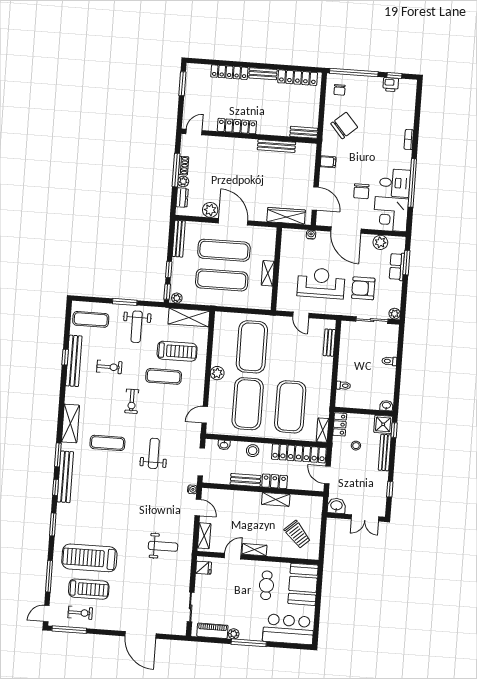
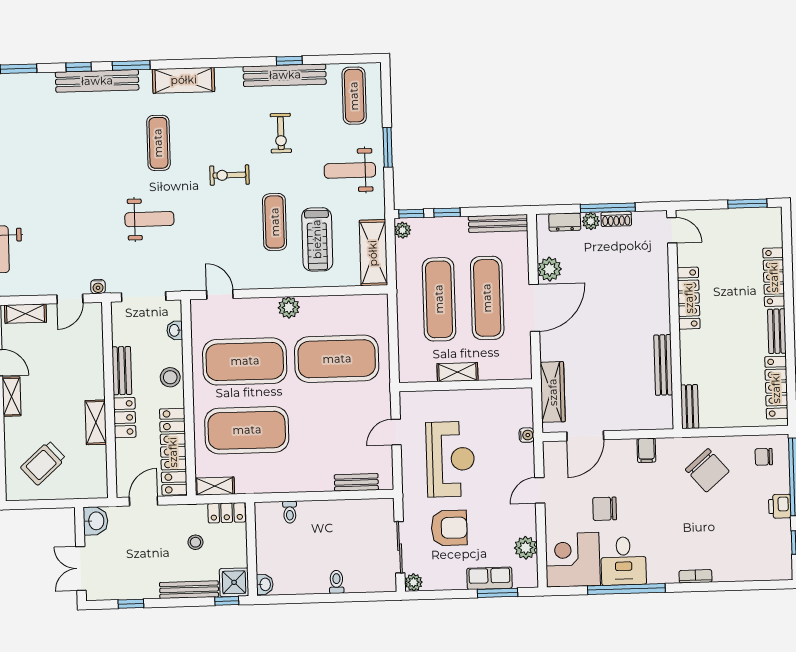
printer: (391, 85) -> (780, 506), moved
door: (346, 230) -> (540, 490), width x0.53
armchair: (363, 288) -> (449, 528), turned 90

